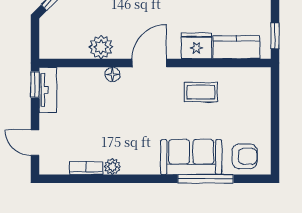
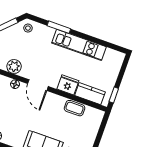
door: (149, 63) -> (38, 85), swing flipped
coffee table: (201, 92) -> (75, 108), moved

